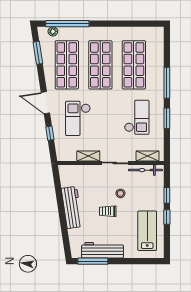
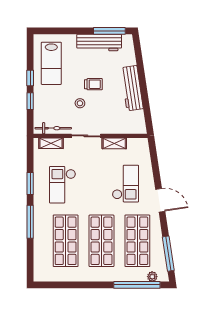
window: (38, 53) -> (168, 254), width x1.44
window: (50, 133) -> (155, 168), removed

